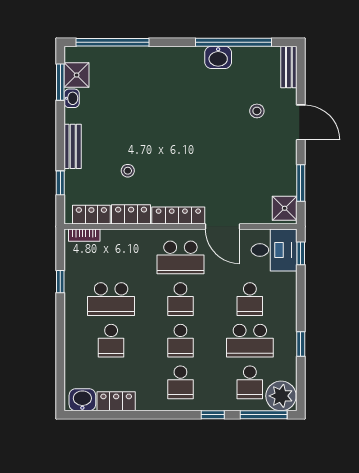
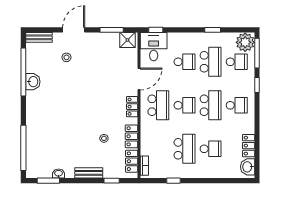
shower: (77, 75) -> (44, 170), removed
locker: (178, 215) -> (132, 107), width x0.66
school desk: (180, 341) -> (211, 105), width x1.85

